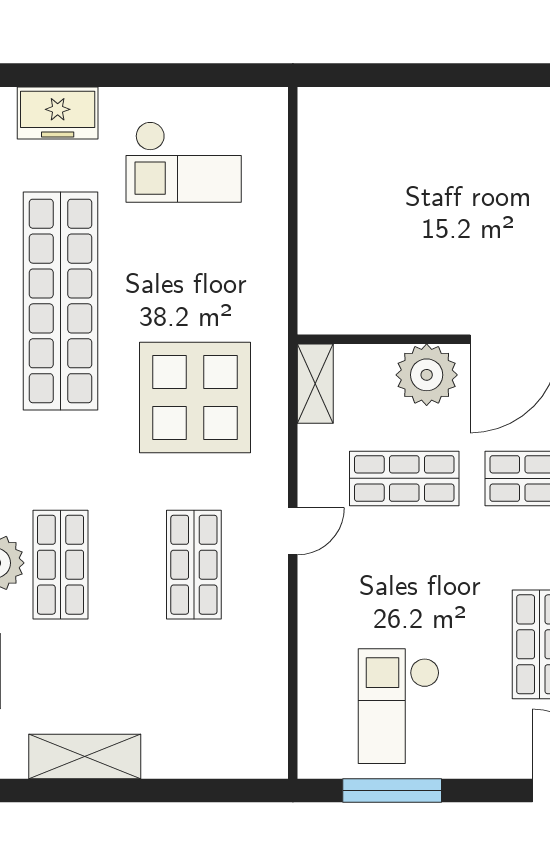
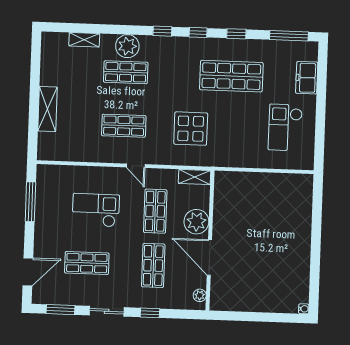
shop shelf: (60, 301) -> (231, 76), width x0.71
display table: (195, 398) -> (191, 129), width x0.73, depth x0.73
checkout: (399, 706) -> (96, 210), moved
shelving: (85, 756) -> (47, 109), moved

